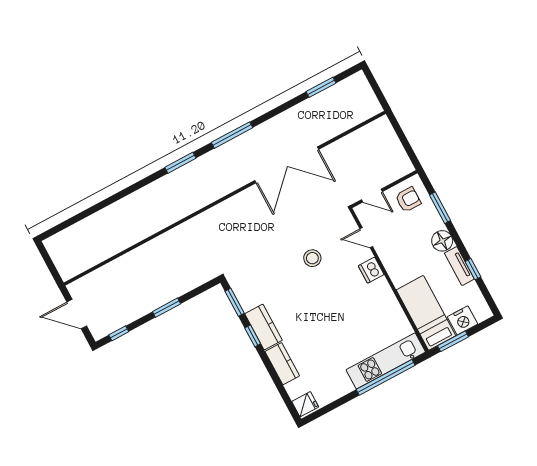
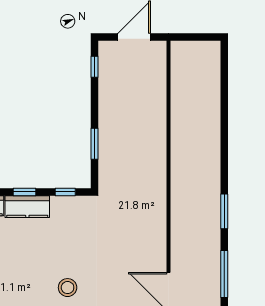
window: (235, 302) -> (65, 192), width x0.67
window: (166, 308) -> (95, 144), moved

